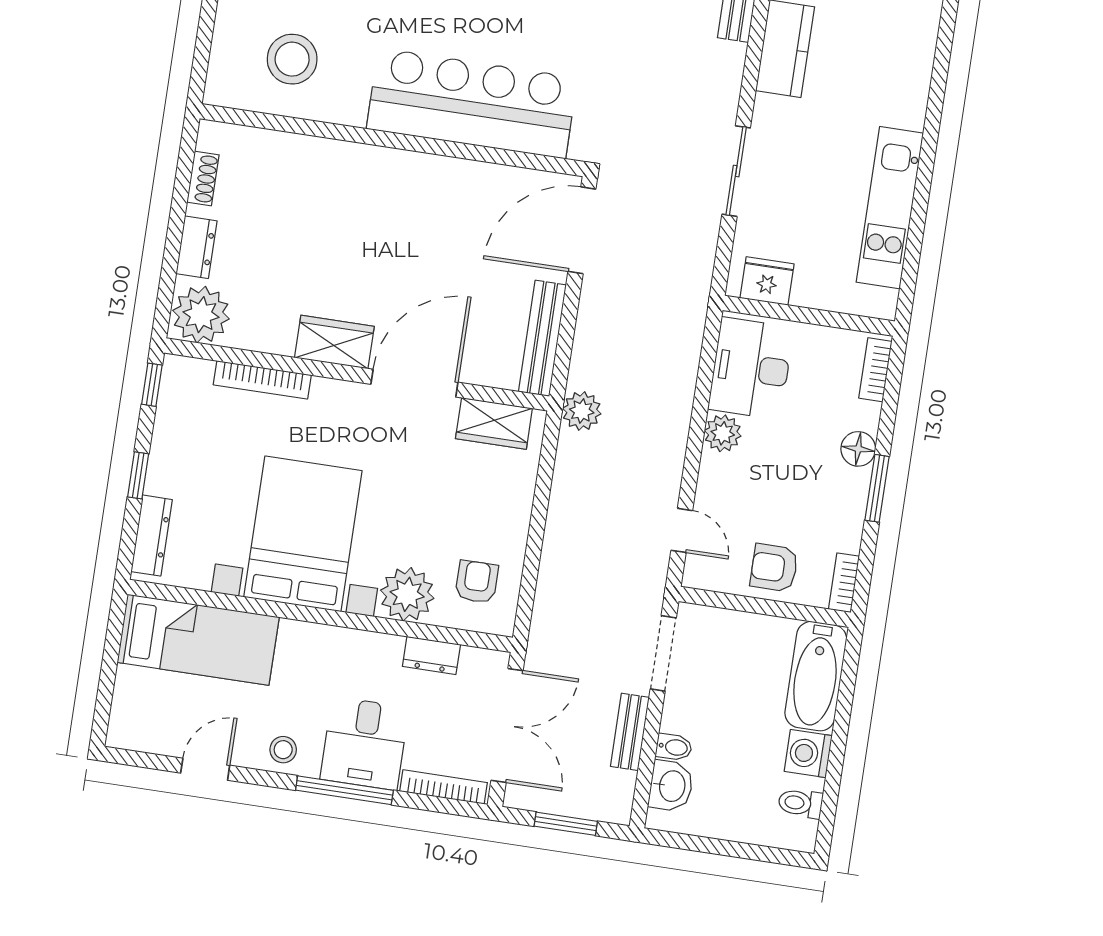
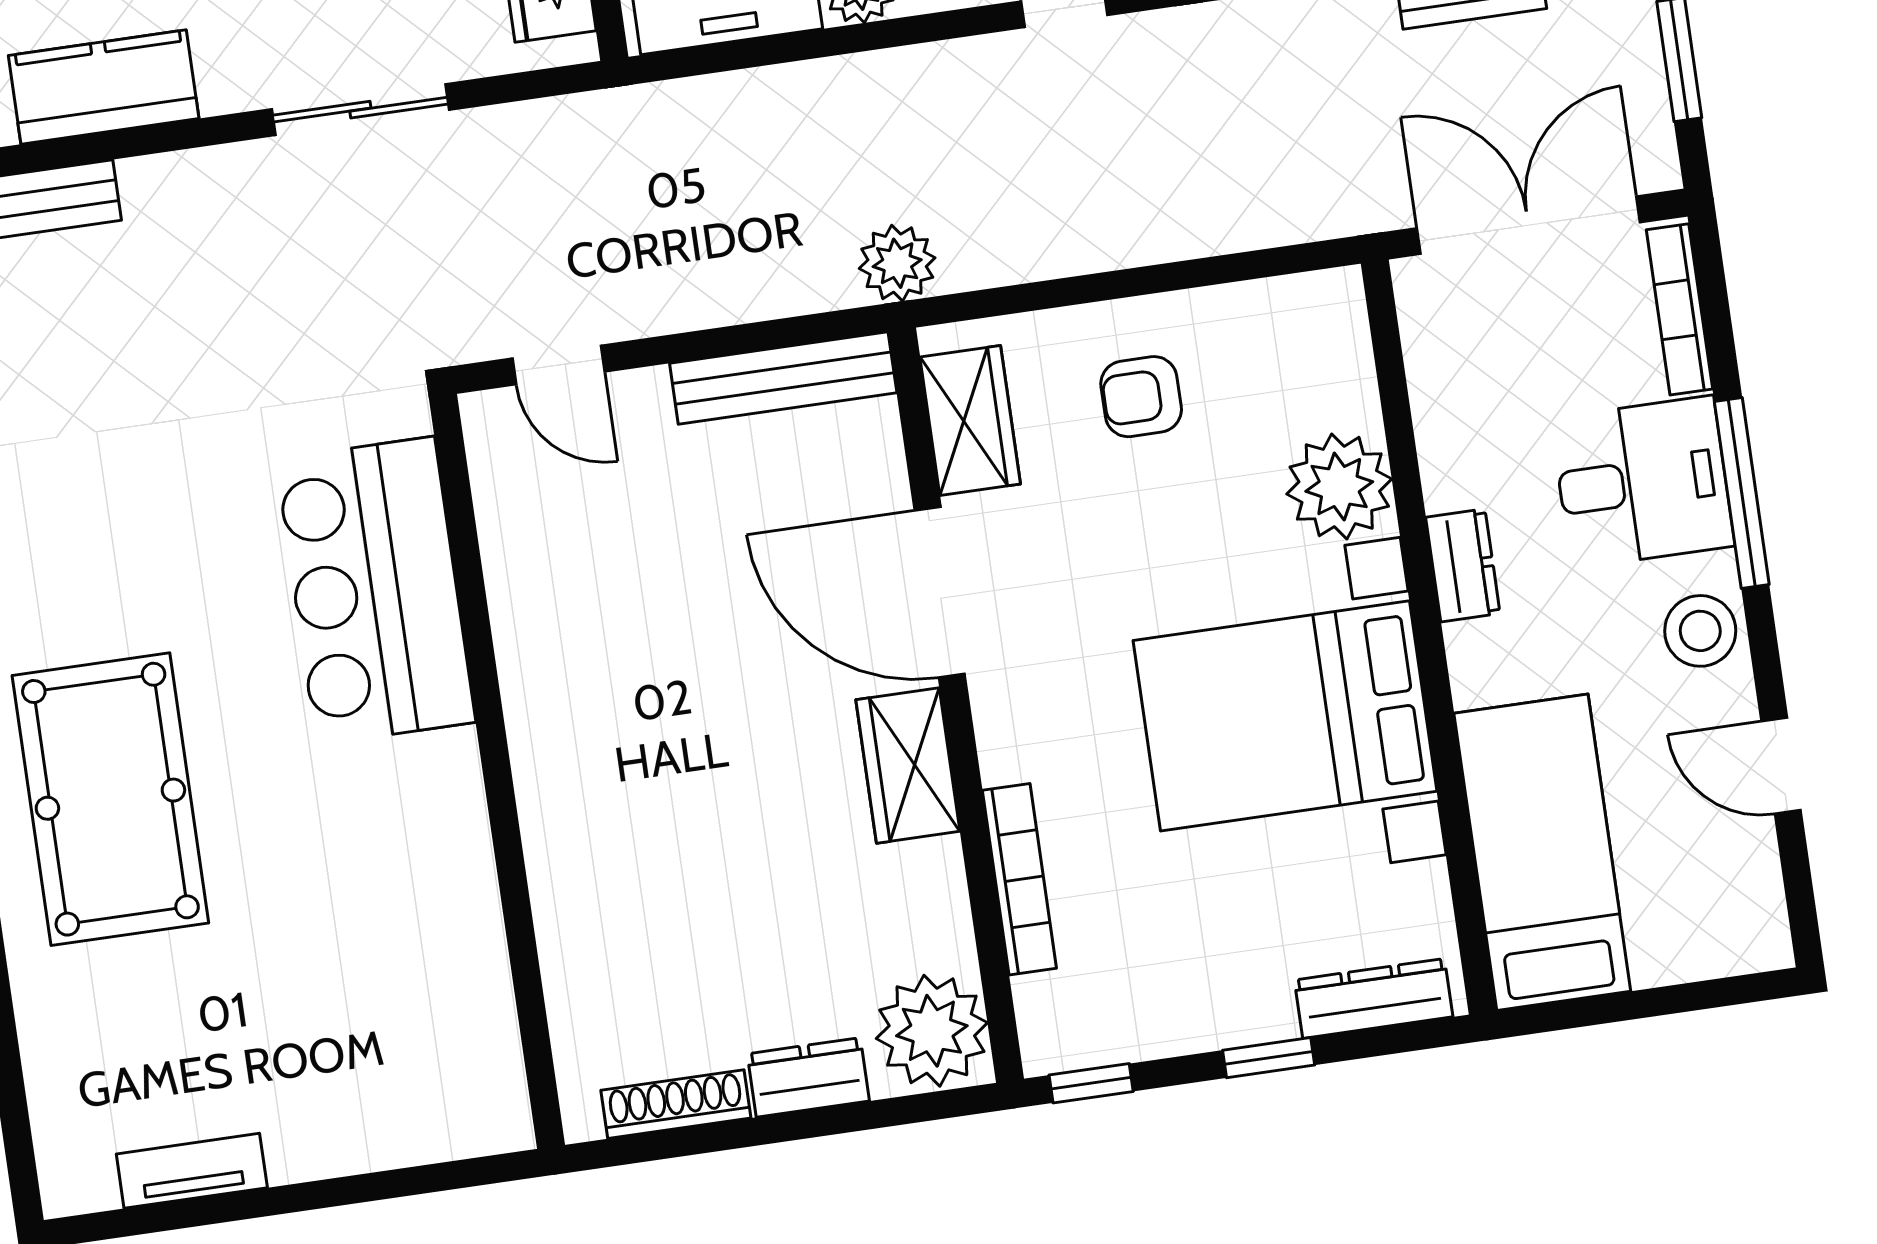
stool: (292, 59) -> (402, 1005), removed
bar counter: (472, 103) -> (376, 591), width x0.73
shoe rack: (203, 178) -> (676, 1104), width x1.43
door: (582, 230) -> (559, 365), width x0.53
armchair: (477, 582) -> (1141, 397), moved
dresser: (431, 655) -> (1463, 565), moved
stool: (283, 750) -> (1700, 631), width x1.37, depth x1.37

